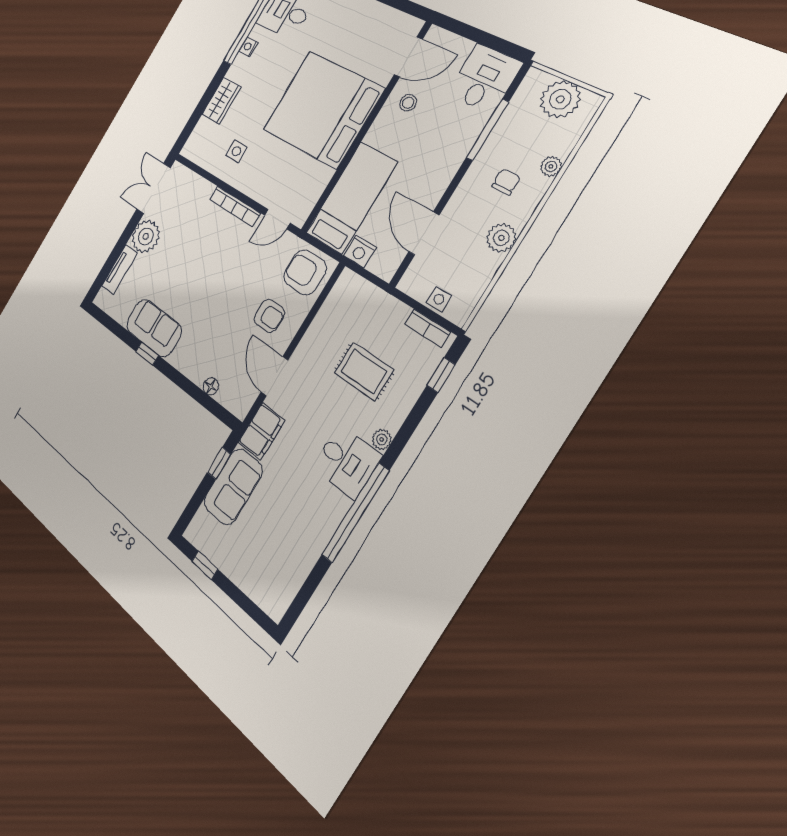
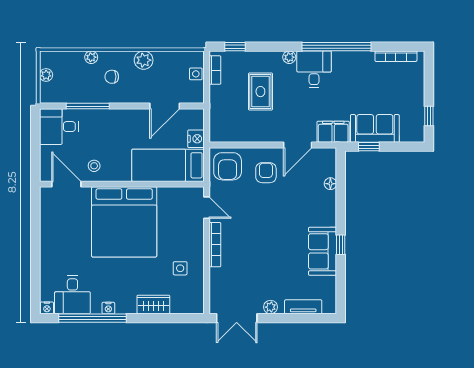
plant: (560, 99) -> (46, 75), width x0.53, depth x0.53
plant: (146, 236) -> (270, 307), width x0.53, depth x0.53
bookcase: (295, 582) -> (396, 56), added

